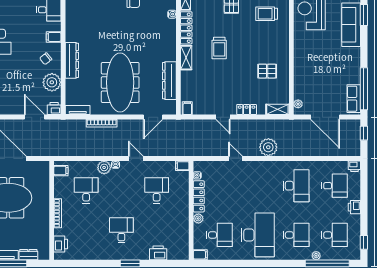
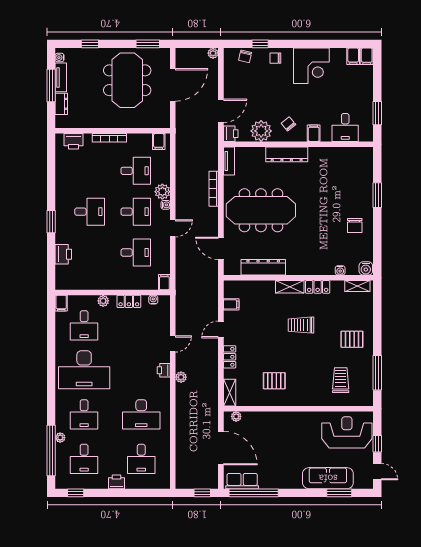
locker: (186, 28) -> (318, 287), width x0.66
pallet: (267, 71) -> (274, 381), turned 90
filing cabinet: (187, 108) -> (231, 304), moved
door: (325, 117) -> (221, 448), swing flipped
plant: (268, 147) -> (181, 377), width x0.53, depth x0.53
printer: (354, 166) -> (164, 370), moved
desk: (121, 190) -> (136, 212), added
locker: (199, 196) -> (129, 301), width x0.66

